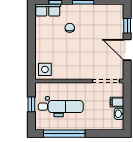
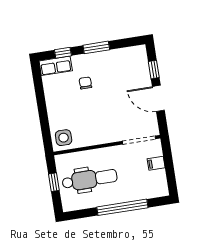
washbasin: (119, 114) -> (161, 177), removed
window: (64, 134) -> (122, 207), moved

